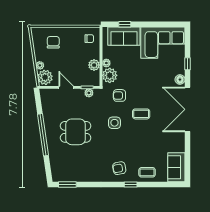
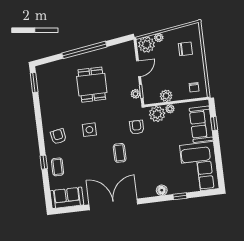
double door: (187, 109) -> (113, 204), moved
side table: (114, 123) -> (89, 130), moved
window: (131, 184) -> (44, 162), moved

